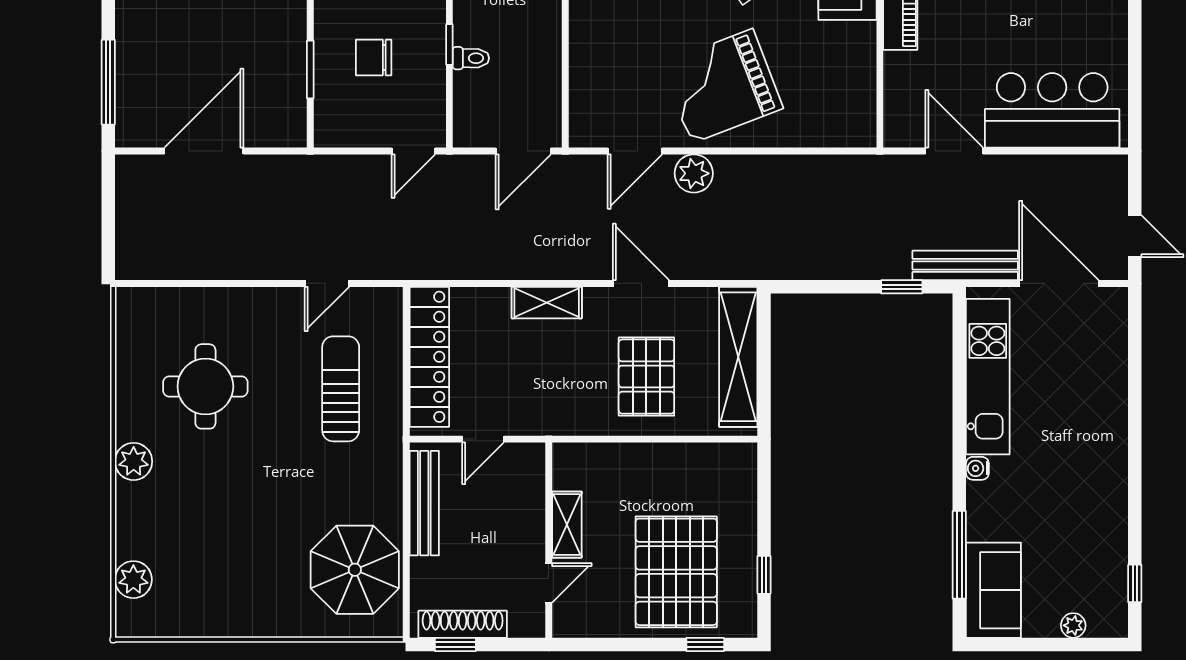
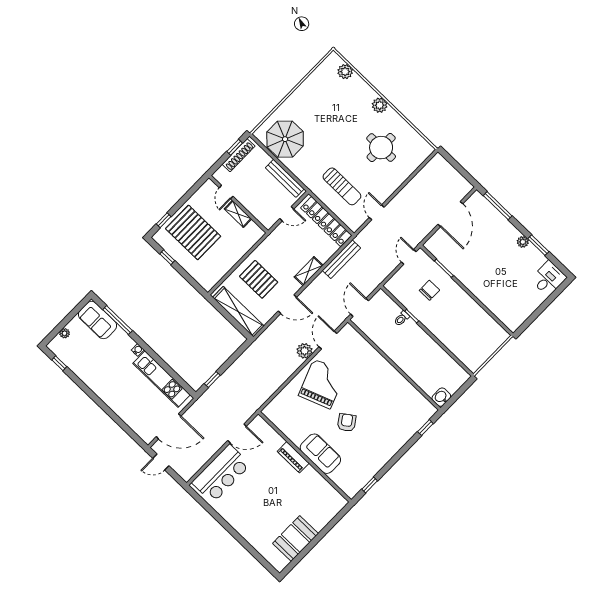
door: (413, 151) -> (409, 257), moved
bench: (965, 265) -> (341, 259), moved
door: (483, 439) -> (287, 214), swing flipped

